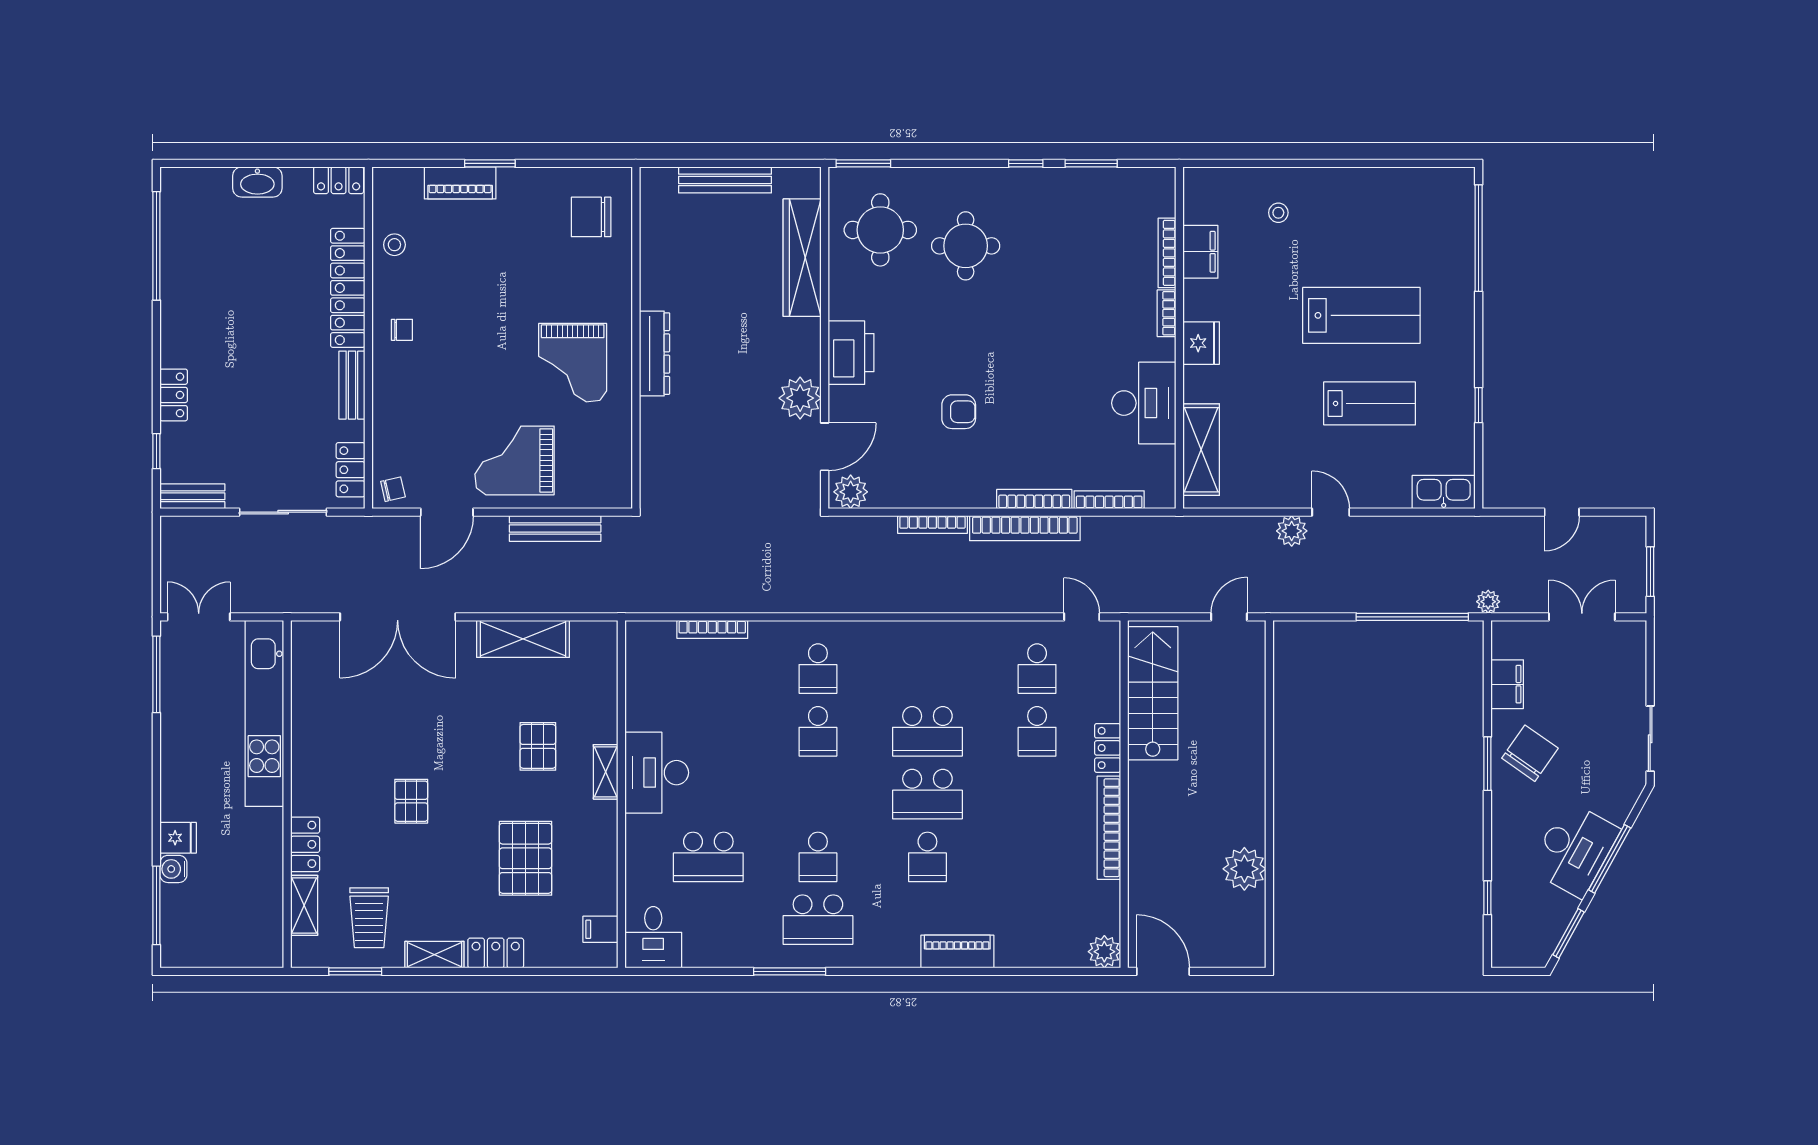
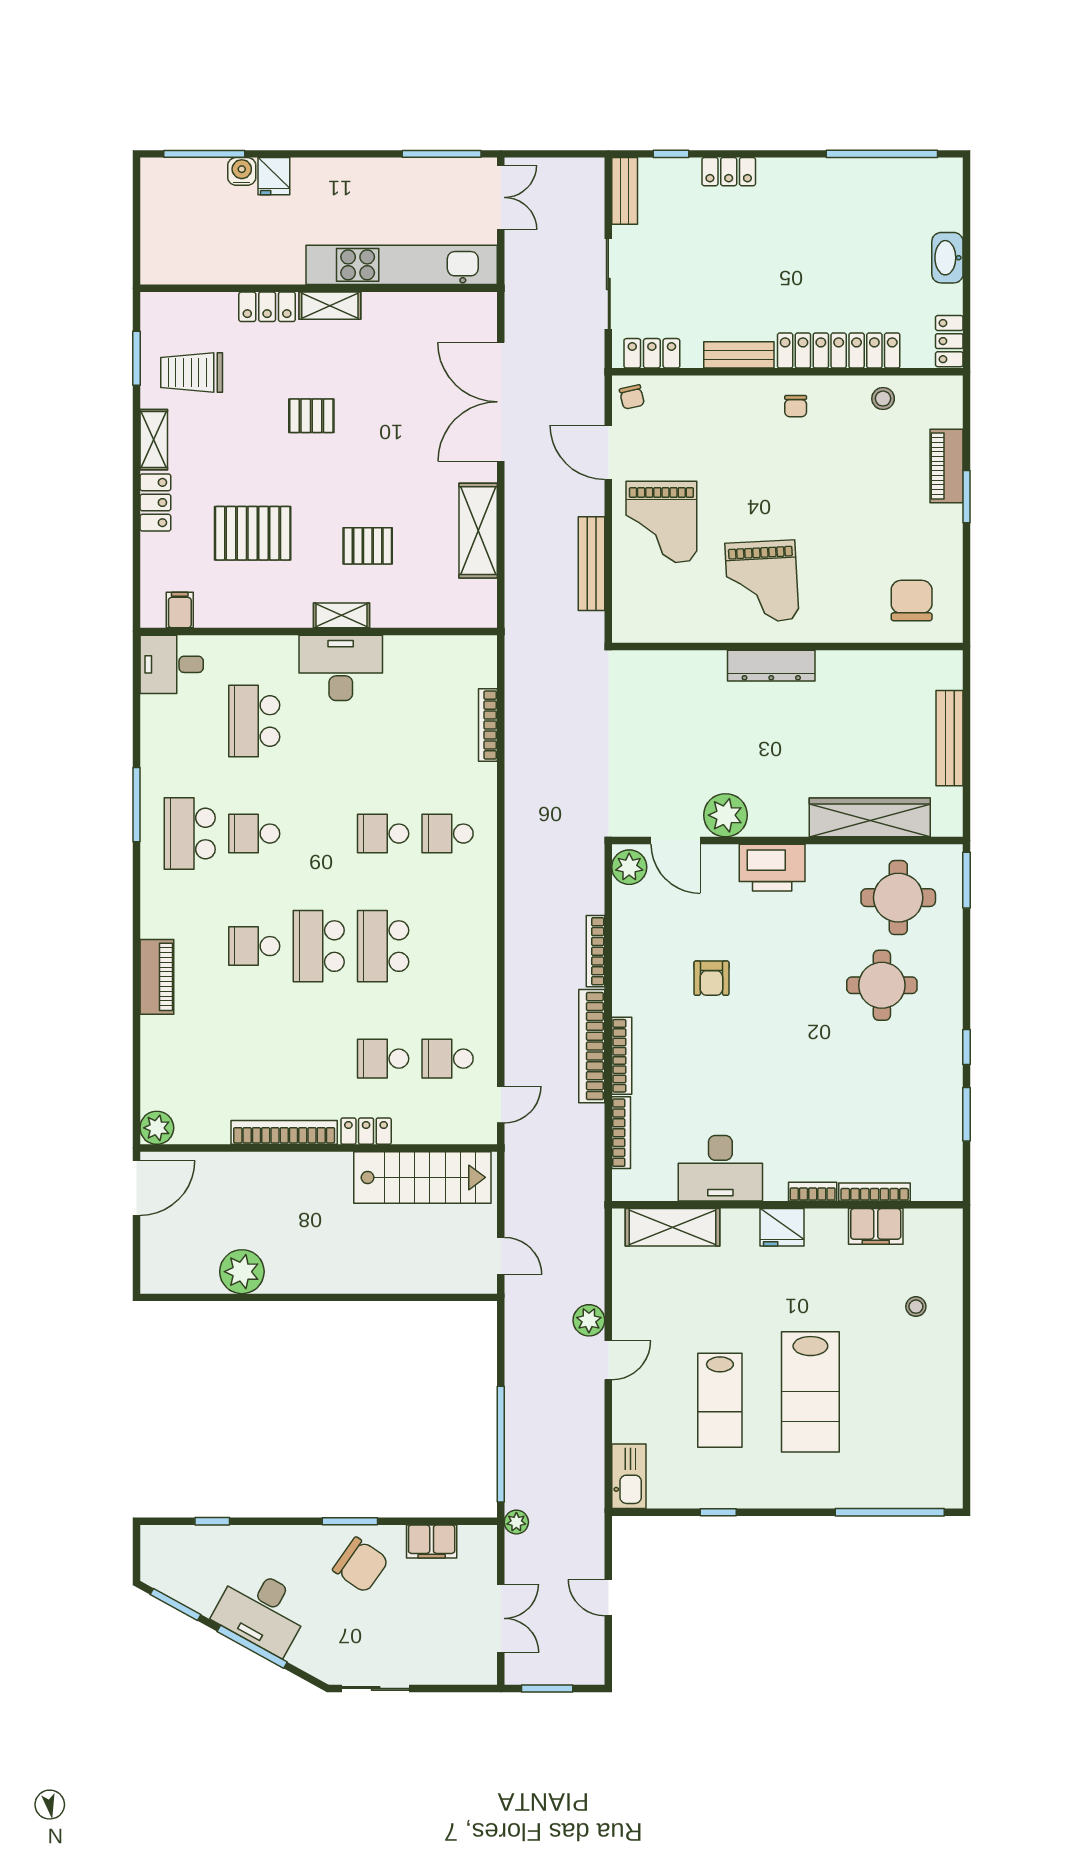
grand piano: (573, 363) -> (762, 582), turned -93
grand piano: (515, 460) -> (661, 522), turned 180
shelving: (304, 905) -> (330, 306), moved

